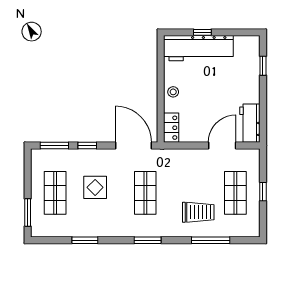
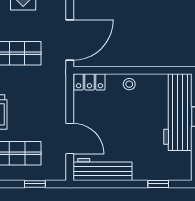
workbench: (250, 123) -> (103, 169), width x1.37
window: (263, 192) -> (35, 184), moved

